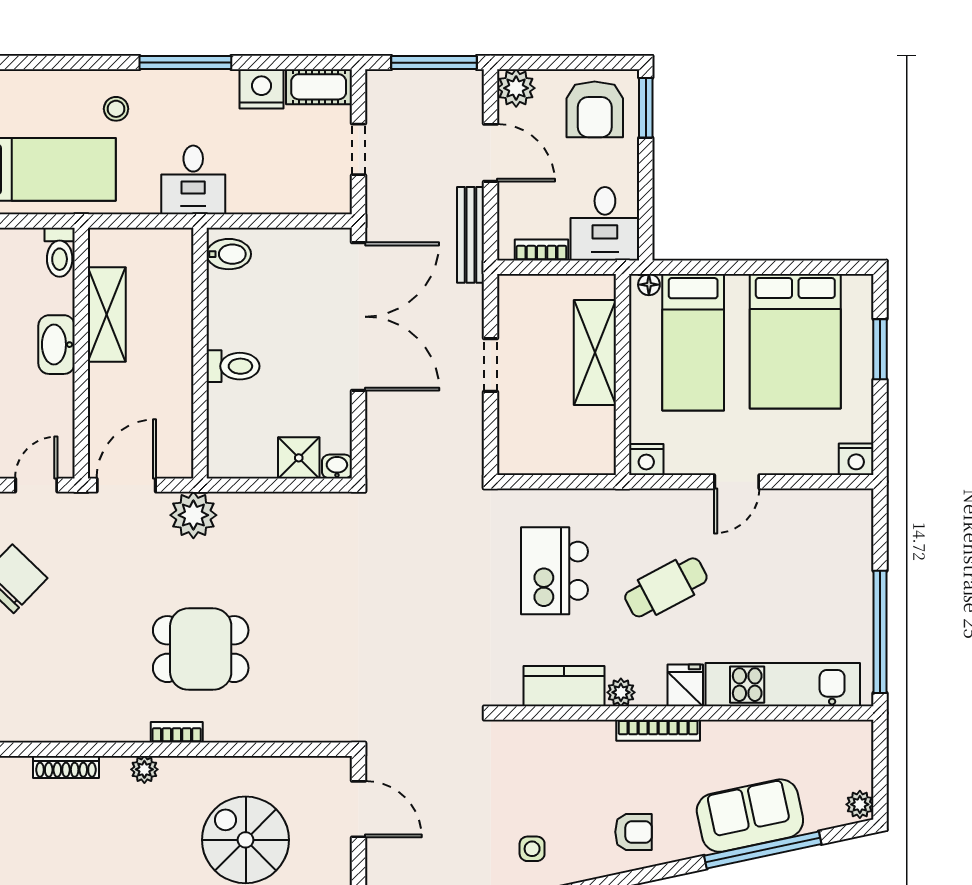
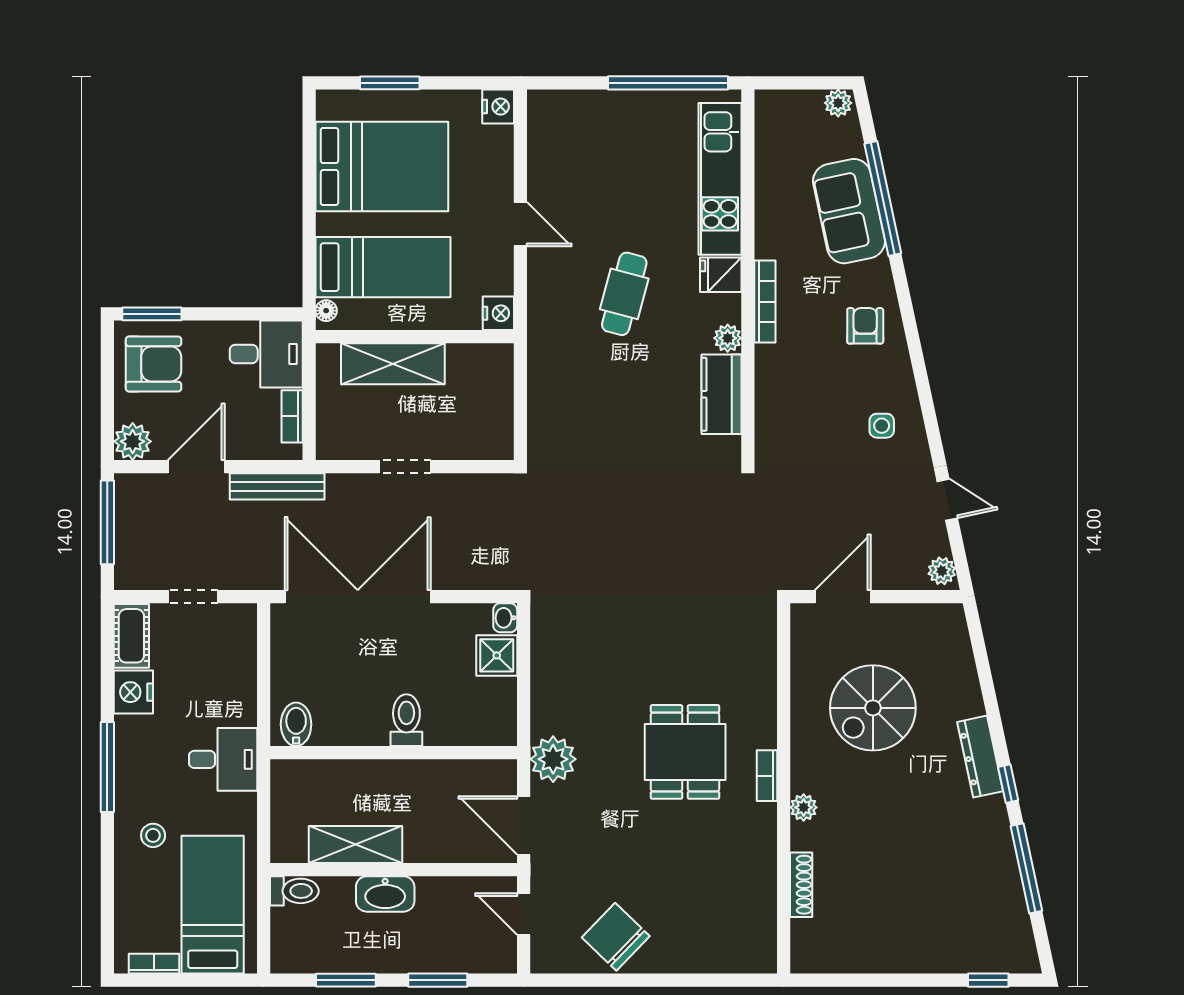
kitchen island: (555, 571) -> (608, 404), removed
cafe table: (666, 587) -> (624, 294), turned 43

